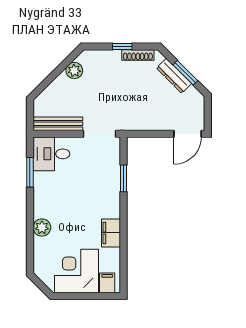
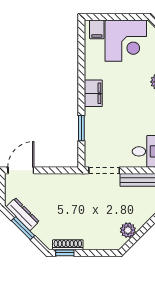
window: (122, 46) -> (65, 253), moved
dresser: (174, 76) -> (23, 214), moved
filing cabinet: (111, 233) -> (93, 93), moved

